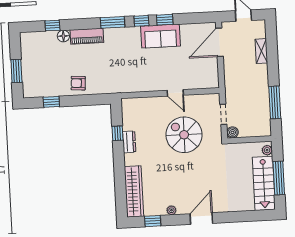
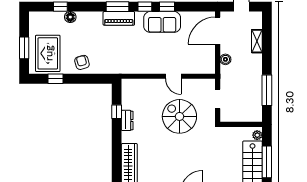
piano: (87, 36) -> (119, 18), moved
rug: (42, 76) -> (48, 53), added
armchair: (78, 83) -> (82, 62), turned 70
boiler: (232, 132) -> (225, 59), moved

